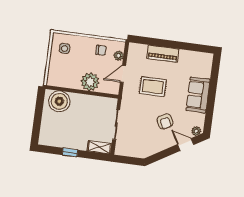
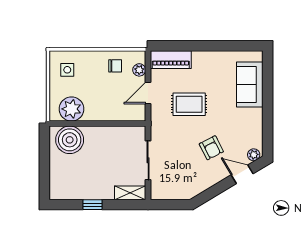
piano: (163, 54) -> (171, 60), moved
plant: (90, 82) -> (71, 109), moved
sofa: (198, 95) -> (250, 84), moved

